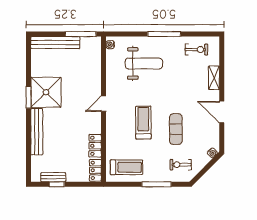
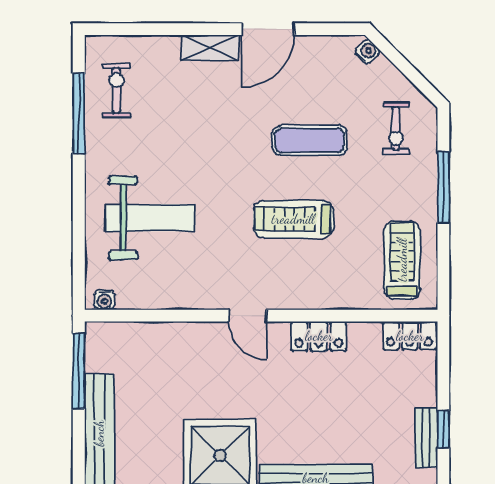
window: (164, 34) -> (79, 113), moved
weight bench: (144, 63) -> (150, 218), turned 90
shelving: (214, 78) -> (210, 48), moved
locker: (95, 146) -> (319, 336), moved

